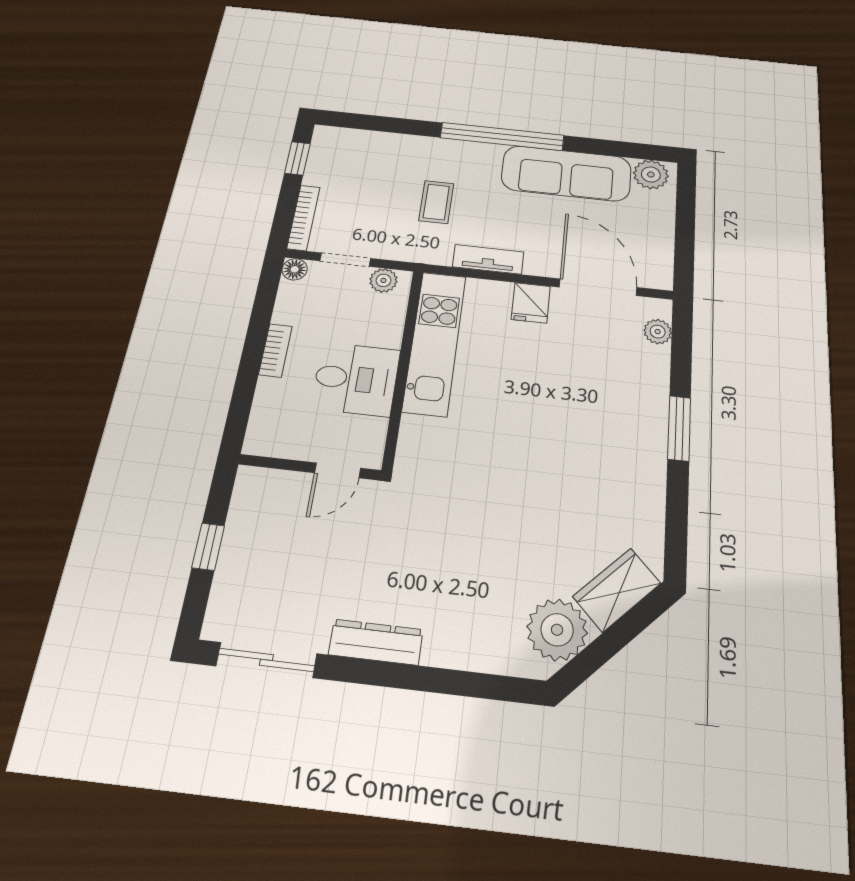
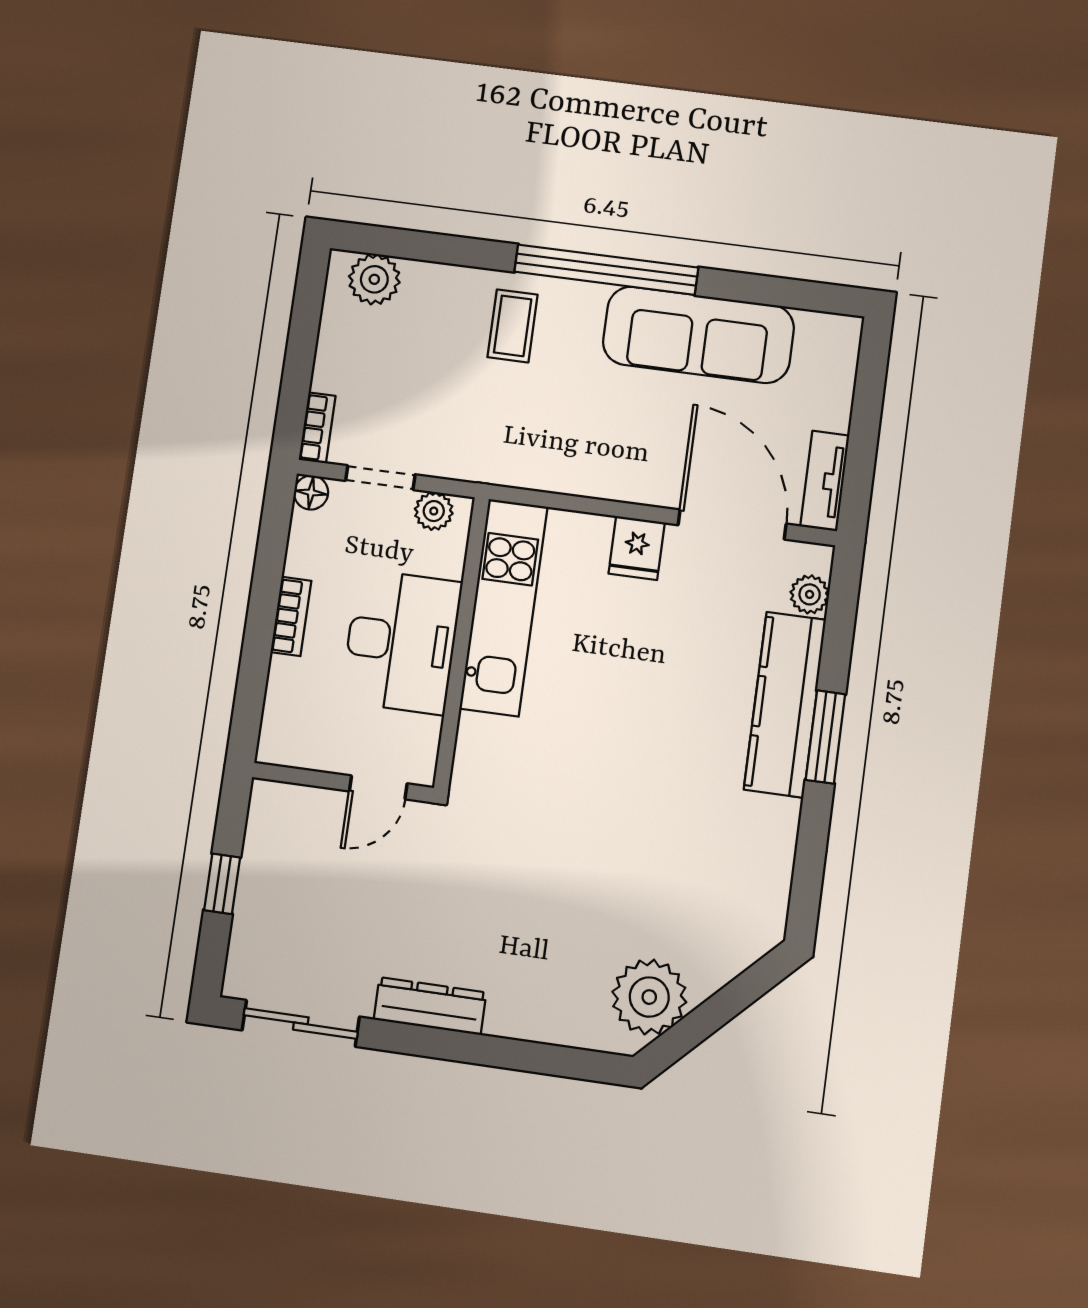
window: (297, 158) -> (307, 308), removed
plant: (651, 174) -> (374, 279), moved
coffee table: (436, 202) -> (513, 326), moved
bookcase: (304, 218) -> (317, 428), width x0.64
tv unit: (488, 259) -> (825, 481), moved, turned -90
desk: (356, 379) -> (401, 642), width x1.37
kitchen counter: (647, 406) -> (785, 705), added
wardrobe: (617, 590) -> (726, 950), removed

